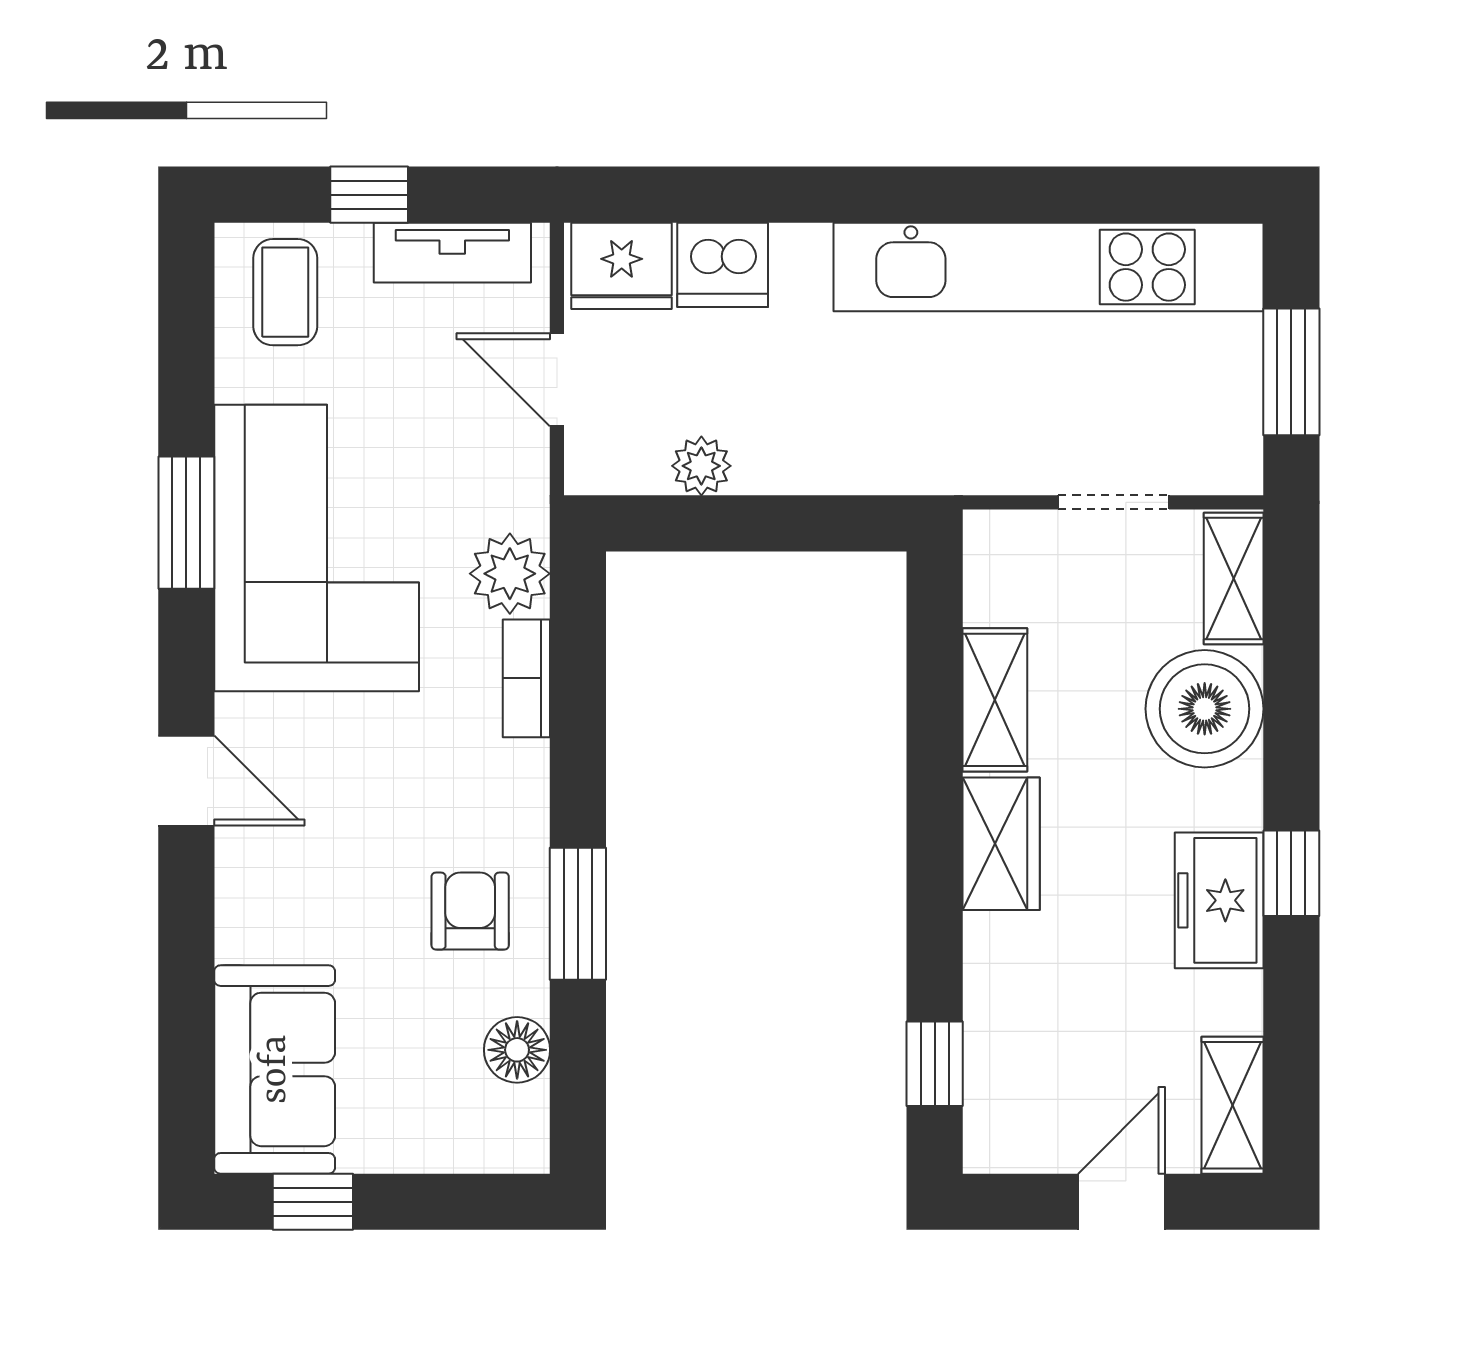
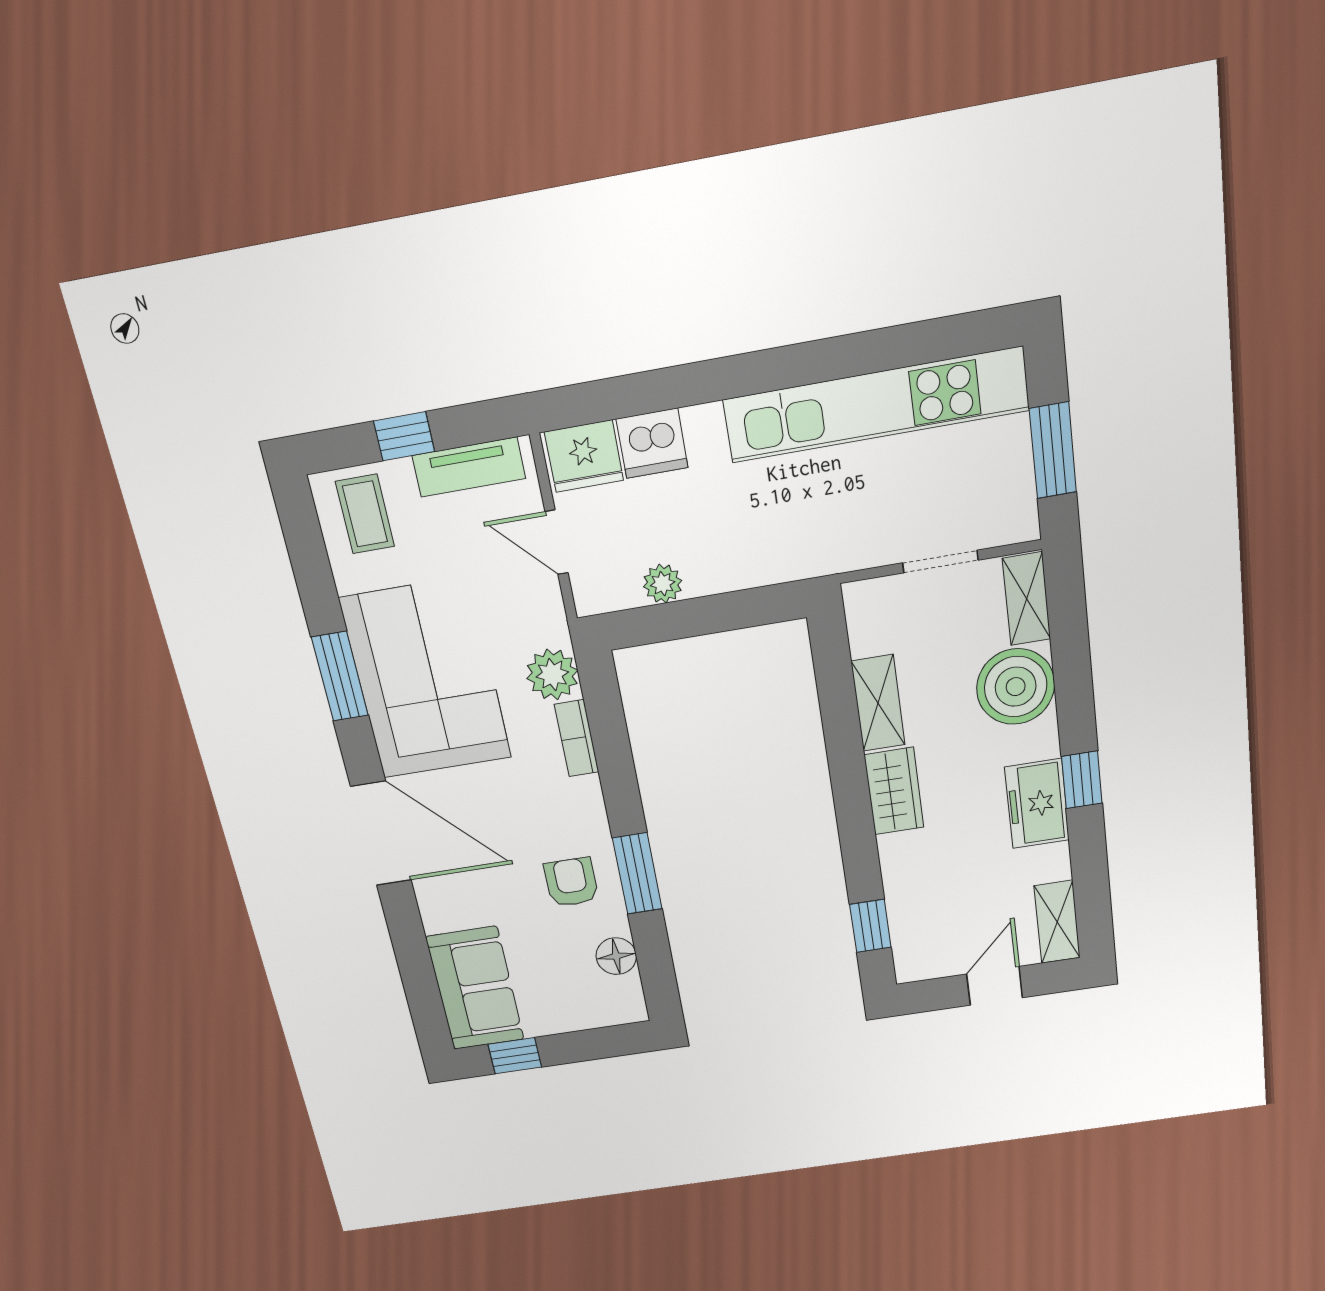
door: (186, 781) -> (381, 834), width x1.88

